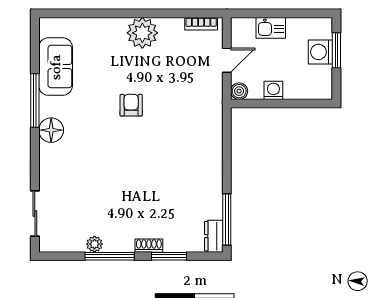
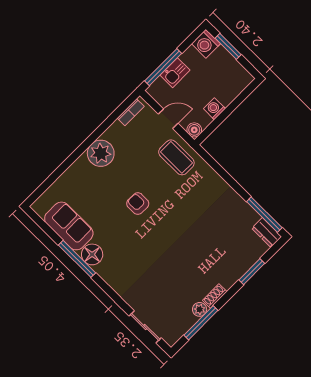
window: (265, 13) -> (163, 67), added
washing machine: (320, 52) -> (206, 44), moved
door: (227, 60) -> (168, 119), hinge flipped
coffee table: (202, 99) -> (176, 157), added
floor lamp: (51, 130) -> (92, 254), moved
shoe rack: (149, 246) -> (215, 296), moved
window: (110, 256) -> (201, 323), moved

